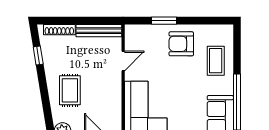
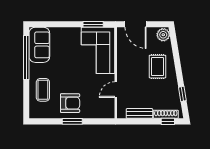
window: (57, 21) -> (168, 121), added
window: (164, 21) -> (72, 121), moved
bench: (99, 31) -> (139, 113), width x0.73

